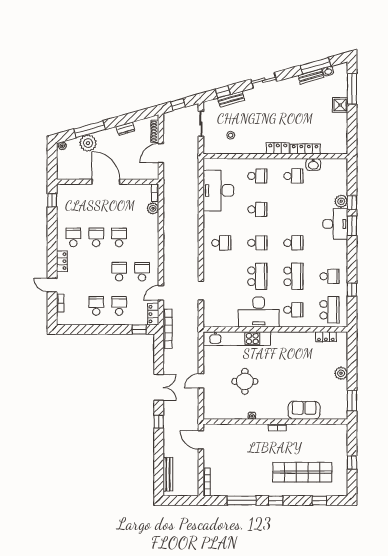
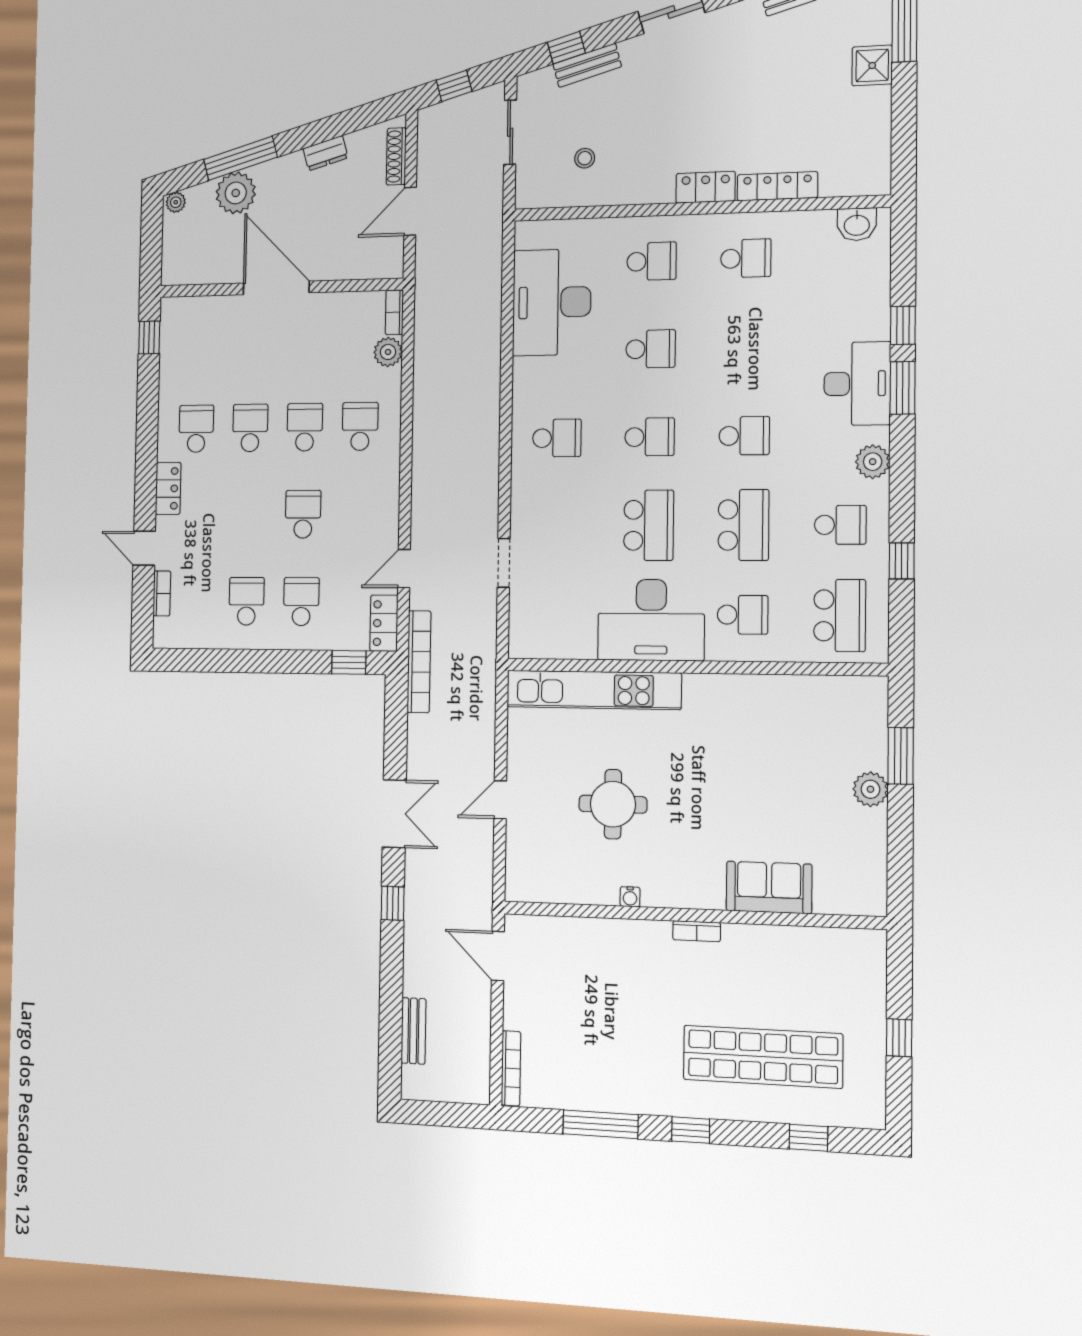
washbasin: (313, 165) -> (857, 224), moved
plant: (341, 201) -> (873, 462), moved
school desk: (142, 272) -> (360, 426), moved
locker: (326, 337) -> (830, 689), removed
window: (352, 401) -> (901, 756), moved
bench: (168, 474) -> (413, 1031), width x0.73

